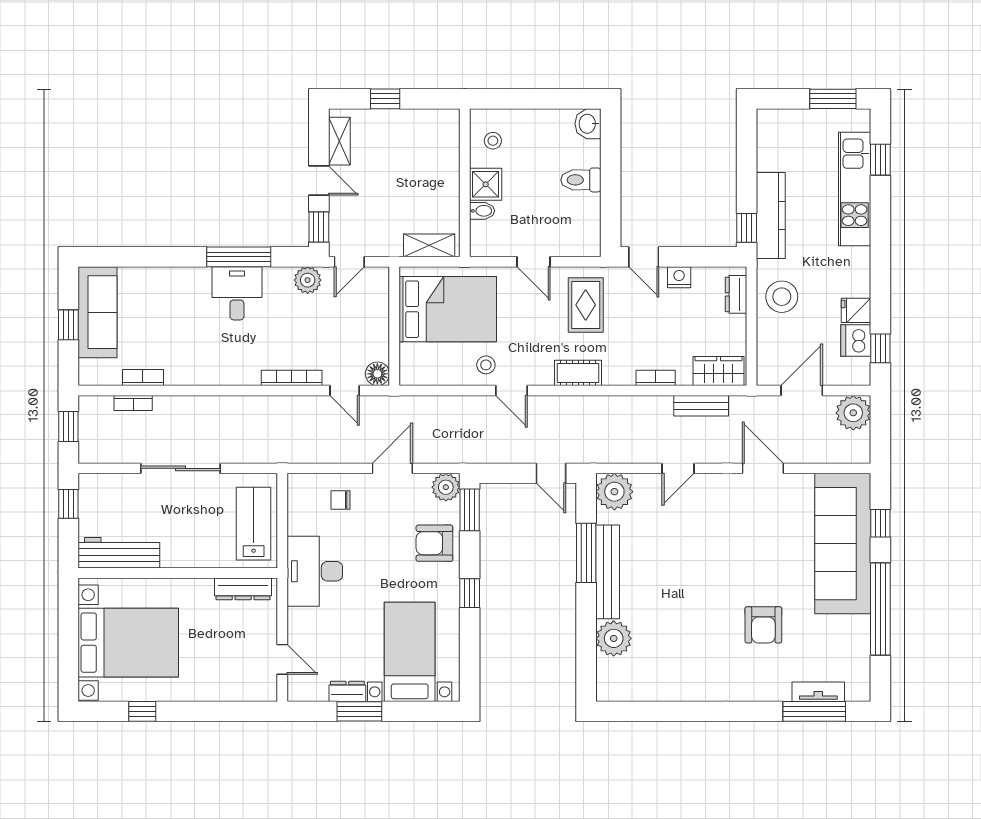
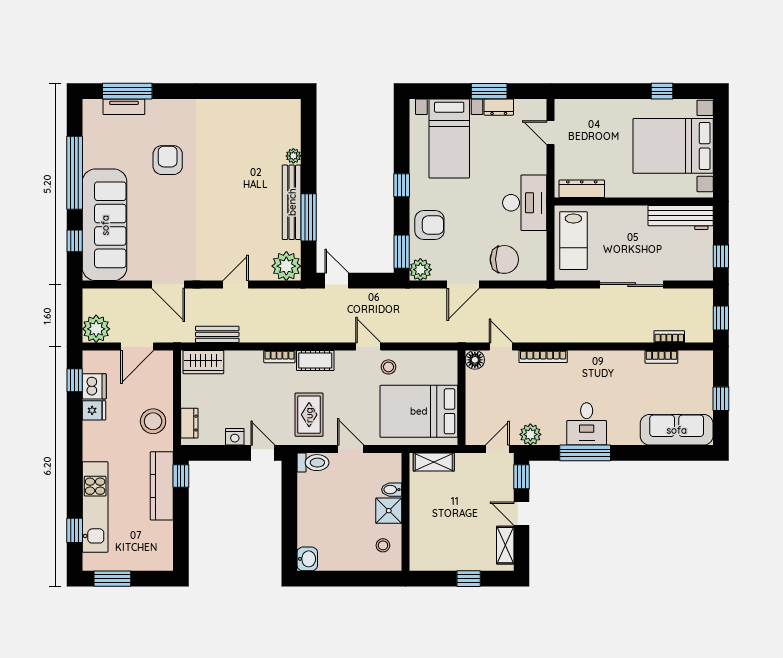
toilet: (581, 180) -> (313, 463), moved
sofa: (98, 312) -> (677, 430), moved, turned 90
bookcase: (656, 378) -> (279, 357), moved
chair: (340, 500) -> (504, 259), width x1.87, depth x1.87
plant: (614, 638) -> (293, 156), width x0.53, depth x0.53

